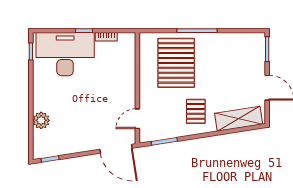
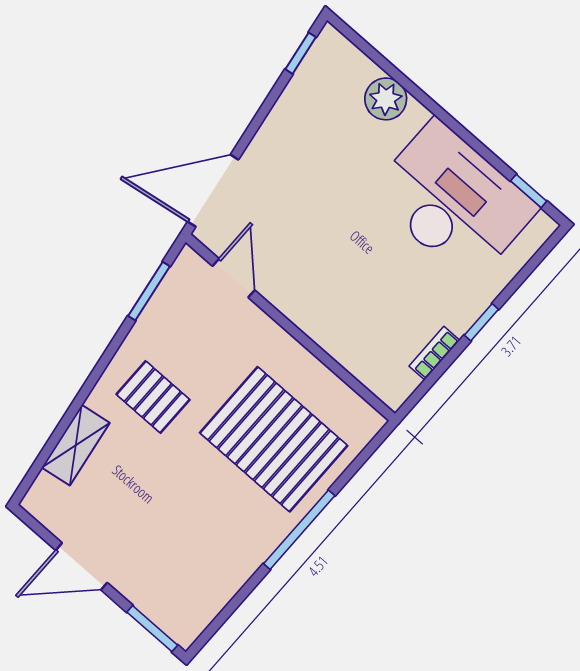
desk: (65, 54) -> (453, 201), moved, turned -90
shelving: (239, 119) -> (76, 445), width x0.67, depth x0.75

